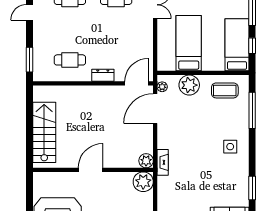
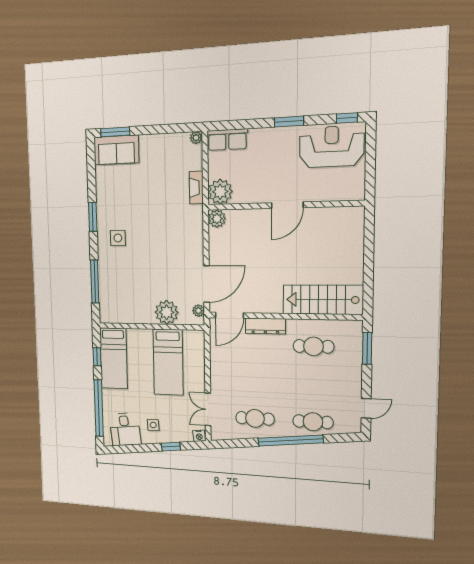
dresser: (103, 75) -> (265, 326), width x1.44
coffee table: (225, 90) -> (126, 305), removed
stairs: (44, 132) -> (323, 300), moved, turned 90
fireplace: (163, 162) -> (196, 188), moved
window: (252, 188) -> (93, 217), moved

